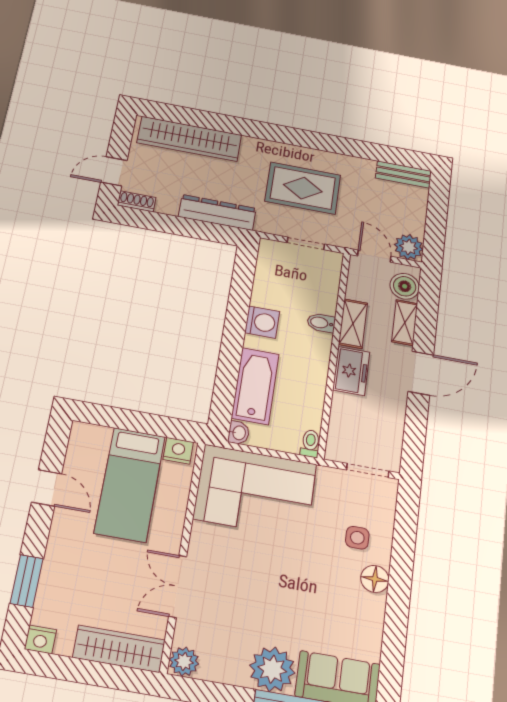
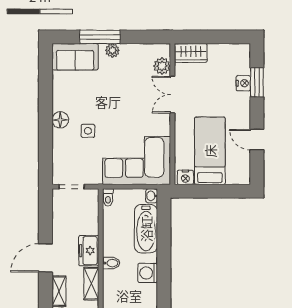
bidet: (321, 323) -> (111, 263), moved
side table: (357, 538) -> (88, 131), moved
double door: (178, 586) -> (172, 95), swing flipped
nightstand: (40, 639) -> (243, 83), moved, turned 90
wardrobe: (119, 649) -> (191, 53), width x0.67
plant: (184, 661) -> (162, 66), moved
plant: (272, 669) -> (112, 50), width x0.53, depth x0.53

